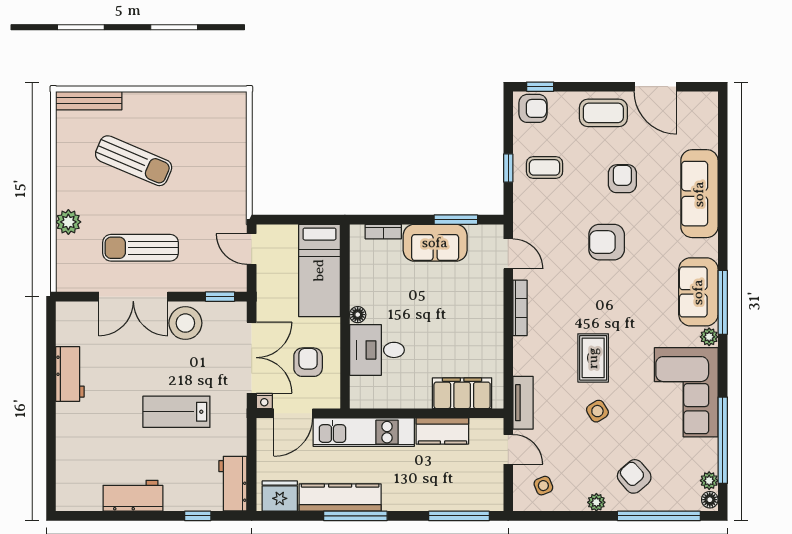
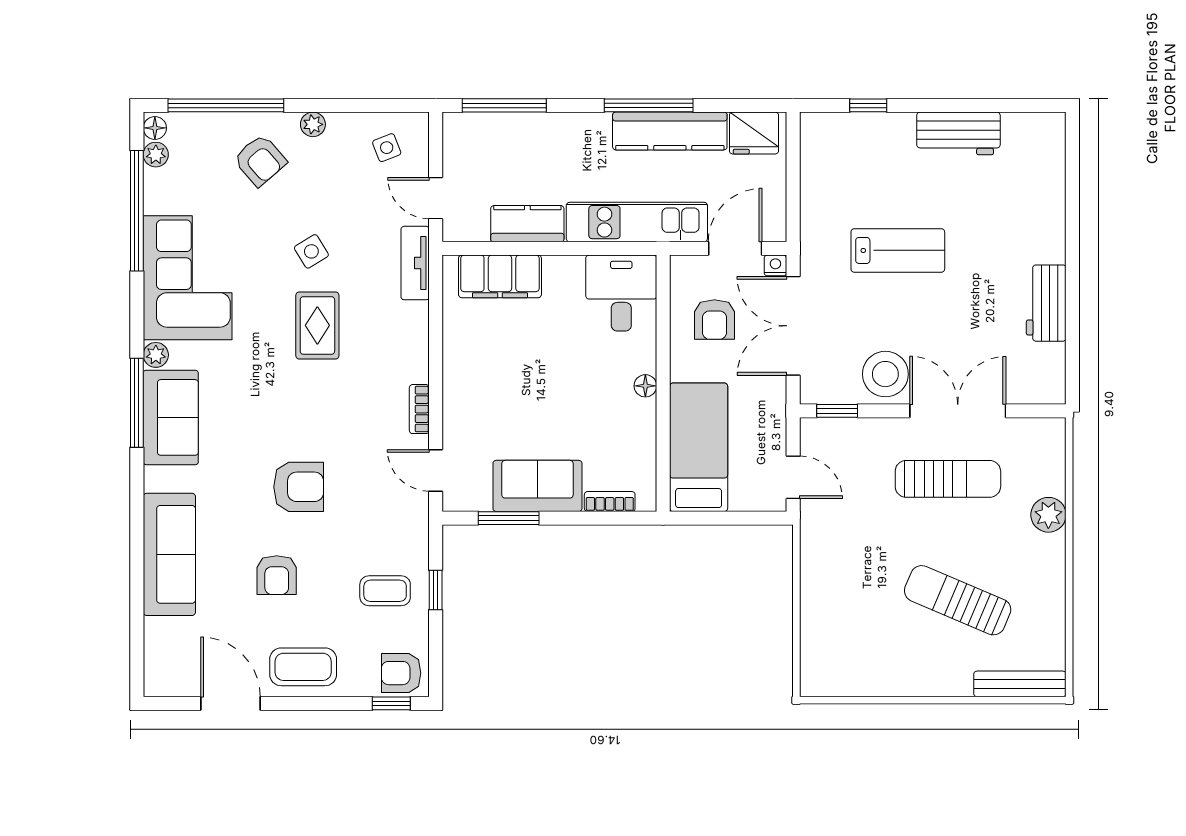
bookcase: (520, 308) -> (419, 409), width x0.64
desk: (377, 350) -> (621, 293), moved, turned -90
workbench: (233, 484) -> (819, 150), removed

